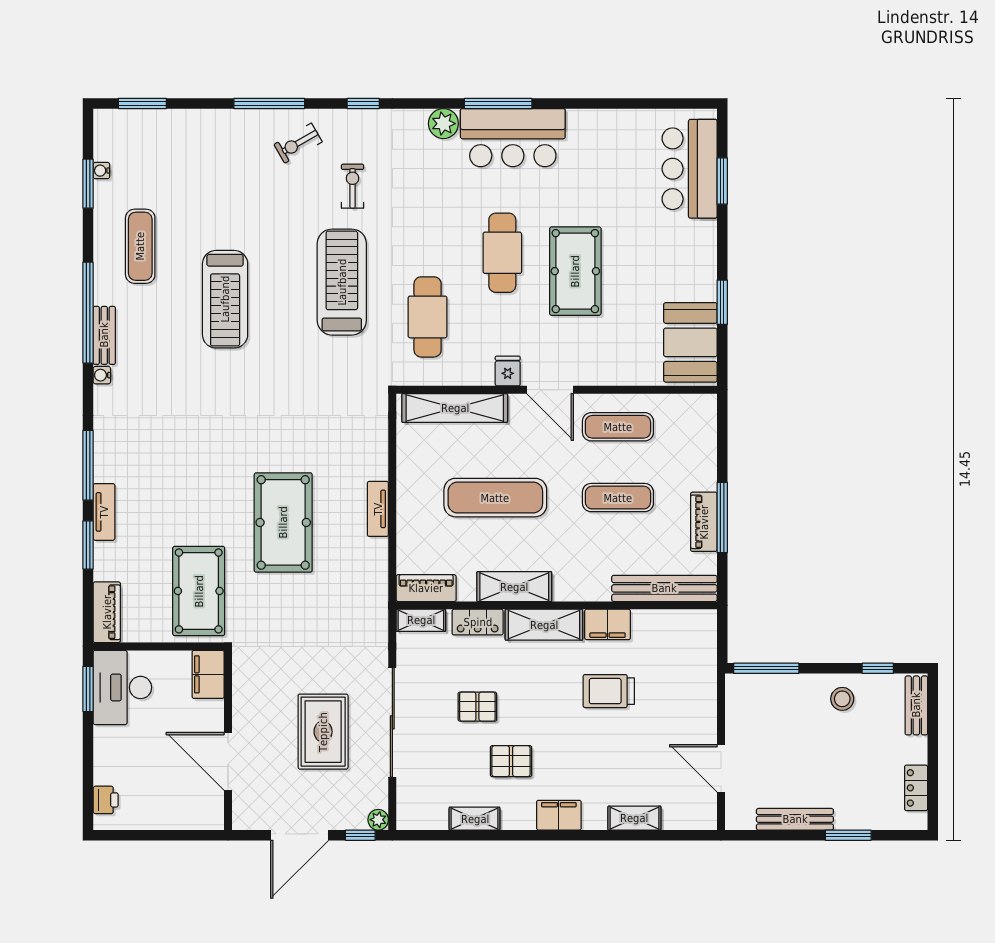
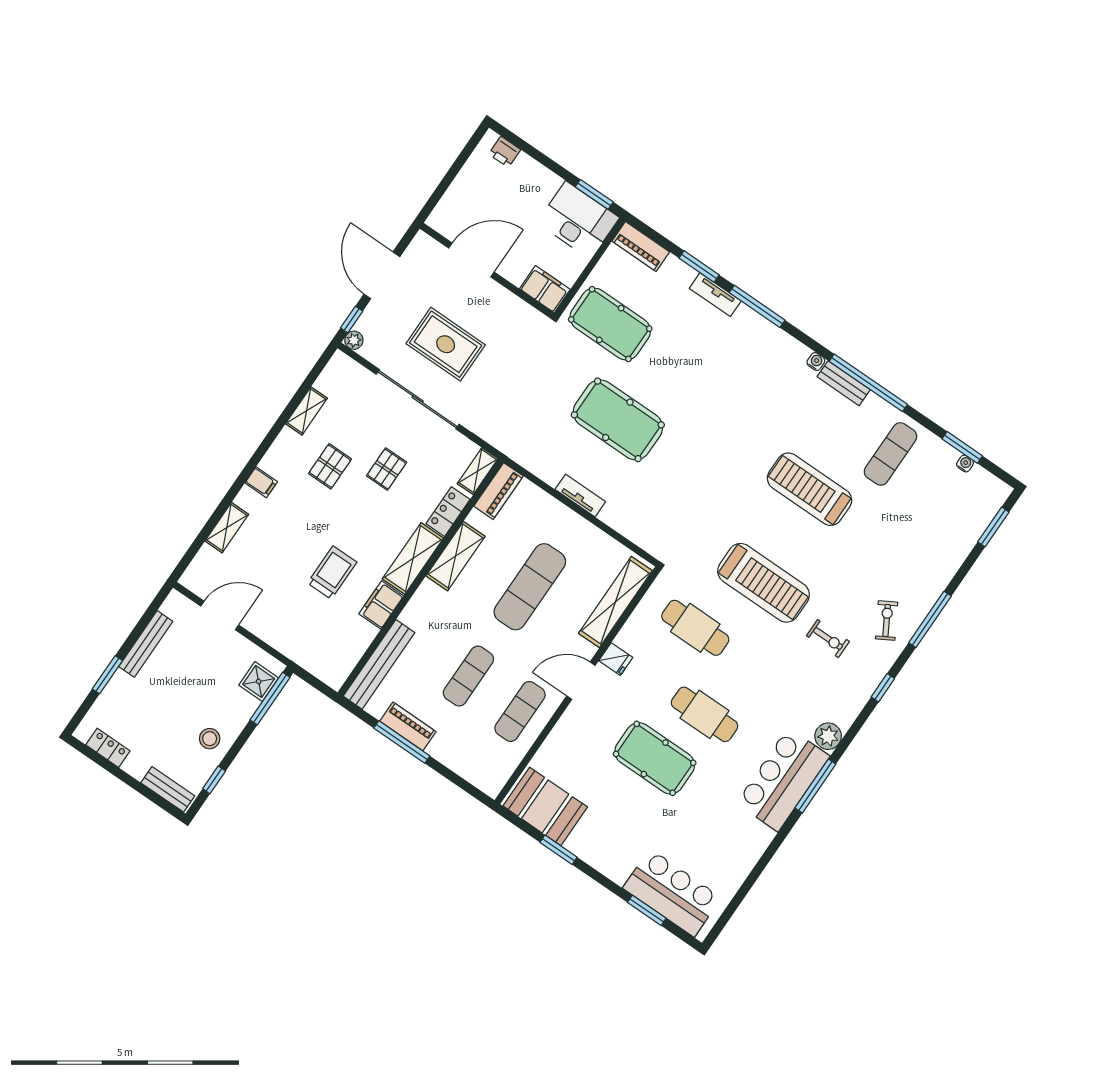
exercise mat: (140, 246) -> (890, 454), turned 90
shower: (758, 690) -> (259, 681), added
filing cabinet: (559, 815) -> (261, 482), width x0.50

